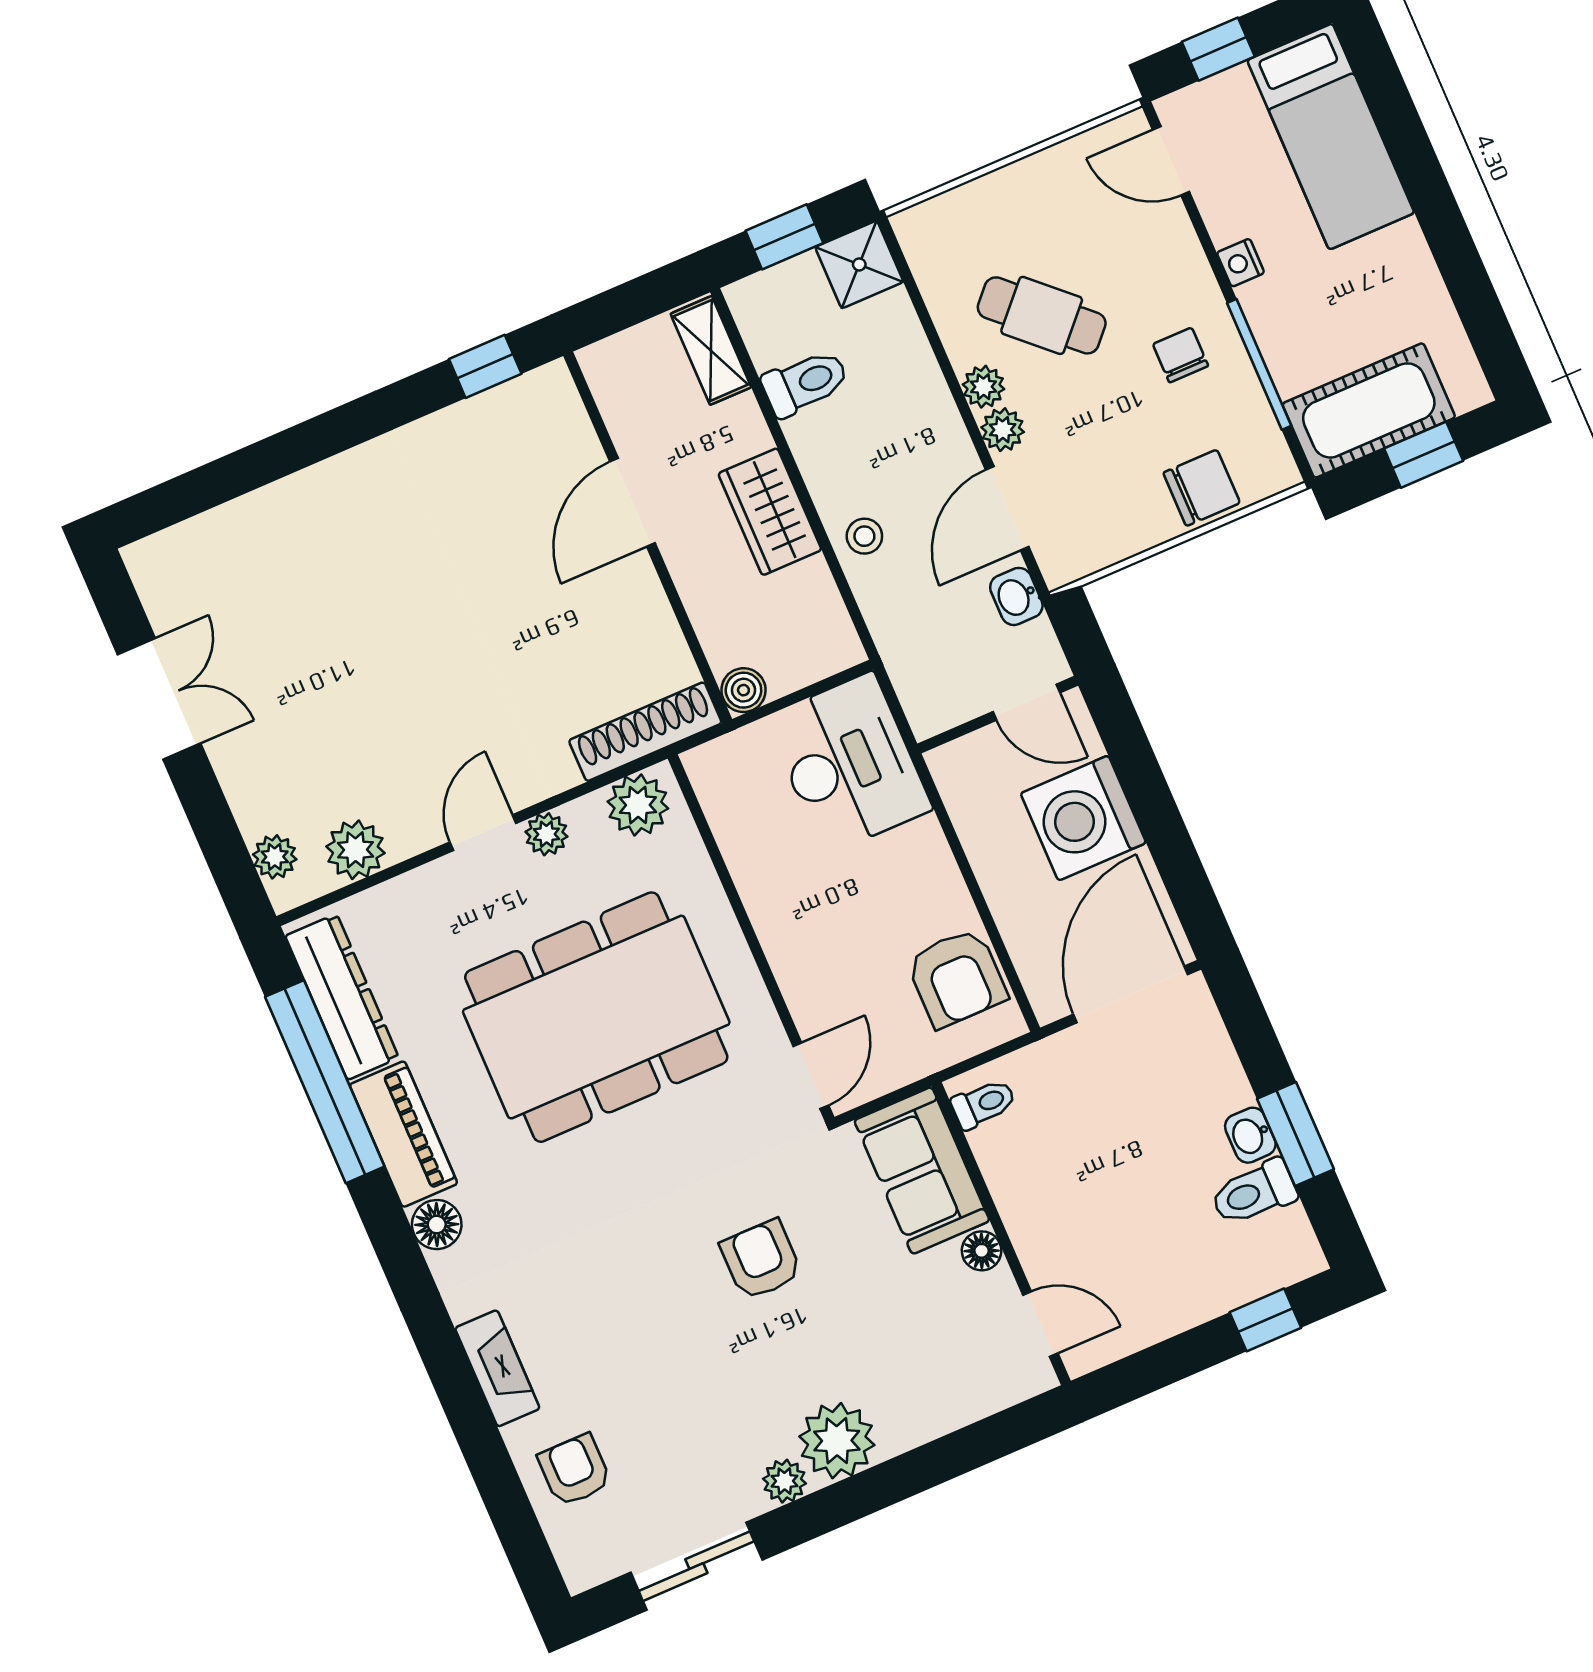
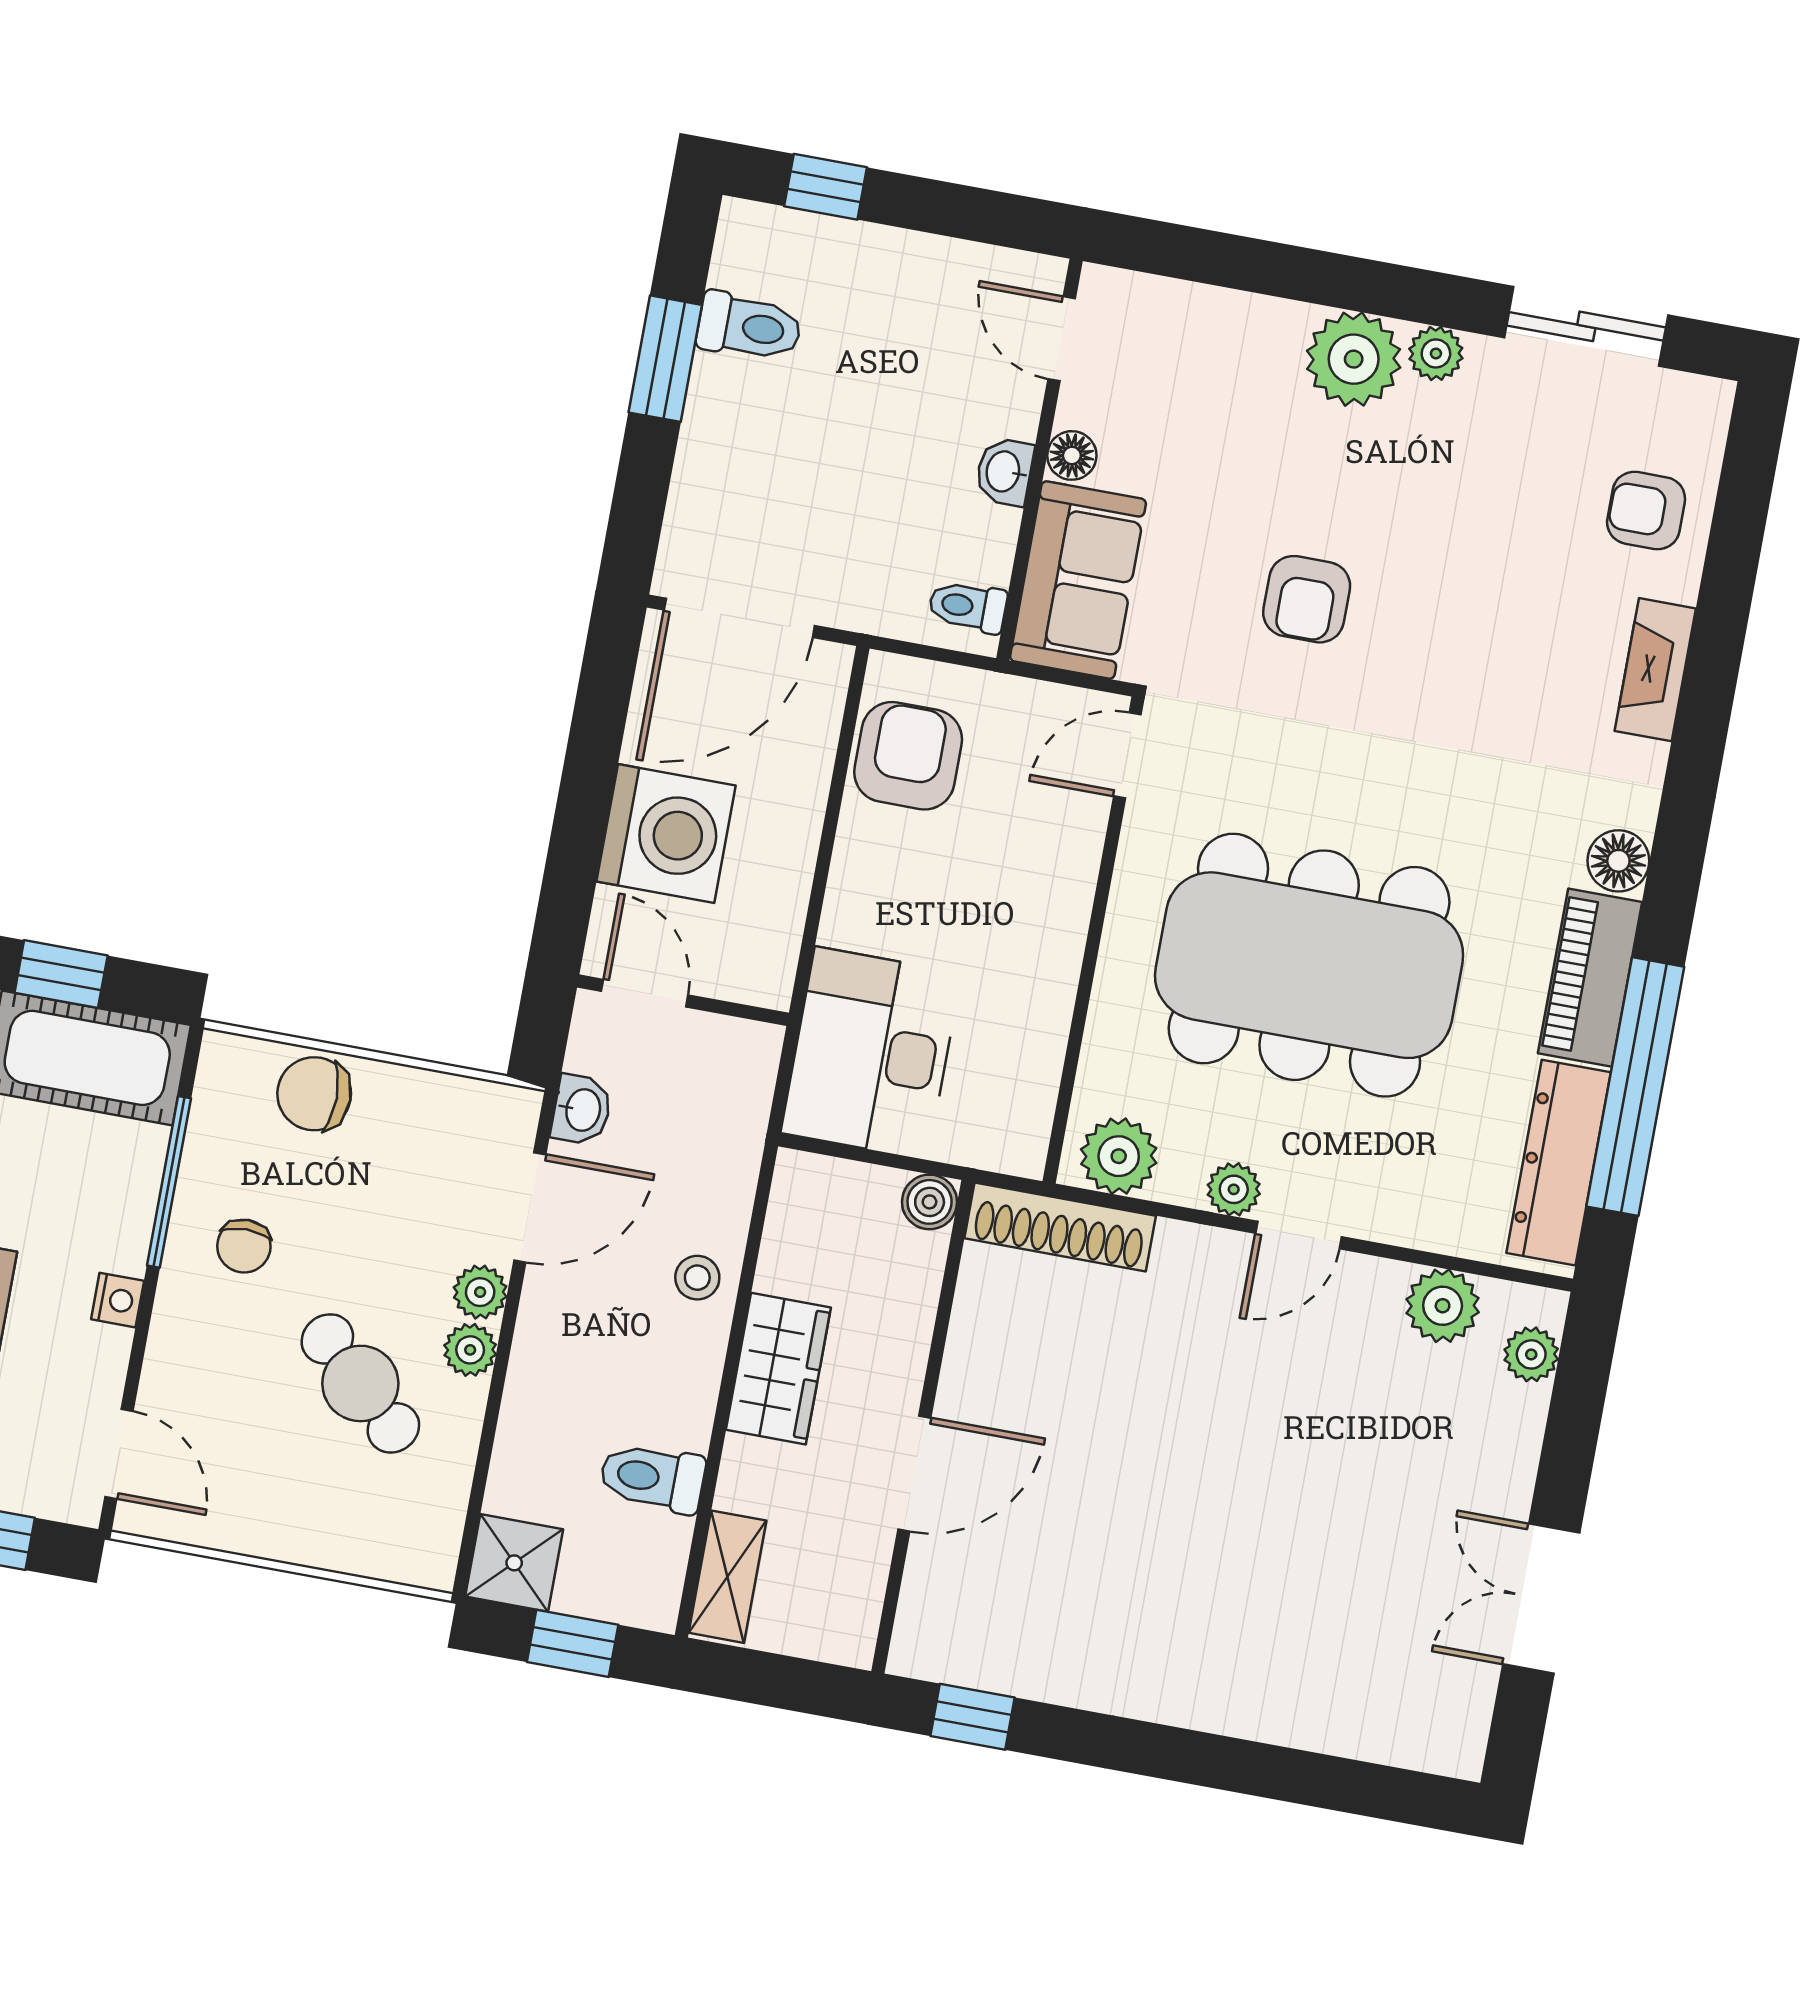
washbasin: (1250, 1135) -> (1004, 472), moved, turned 180
armchair: (575, 1470) -> (1646, 511), turned 90

